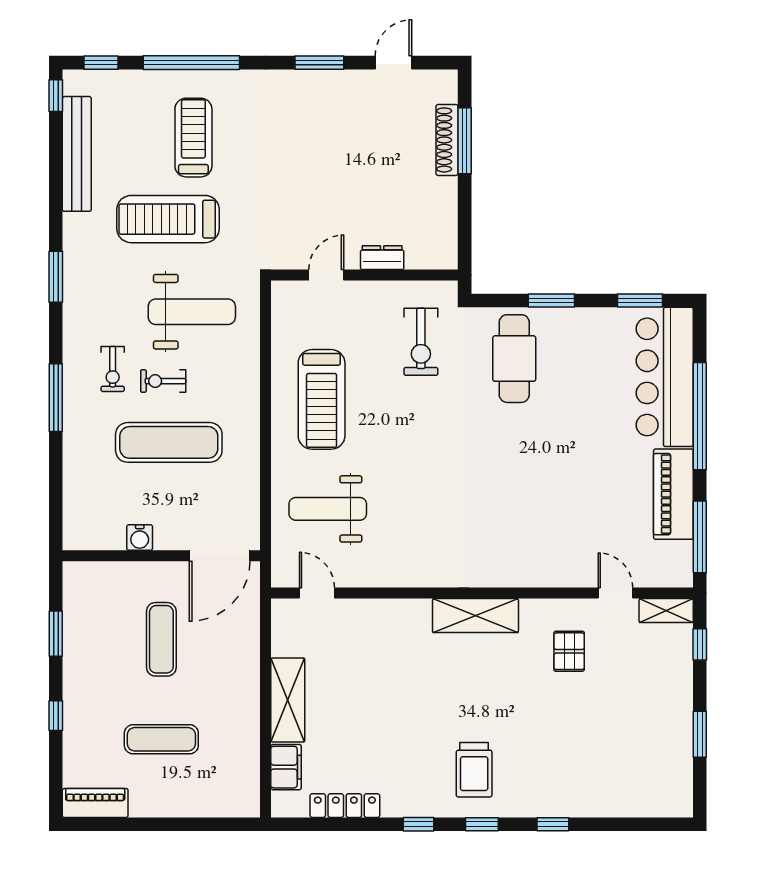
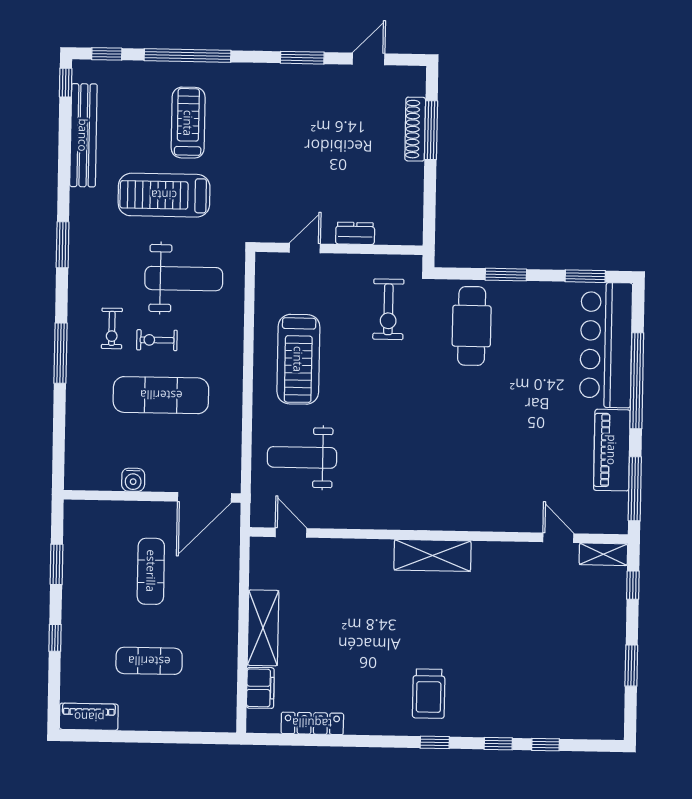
pallet: (569, 651) -> (516, 589), removed
window: (419, 824) -> (546, 745), moved

